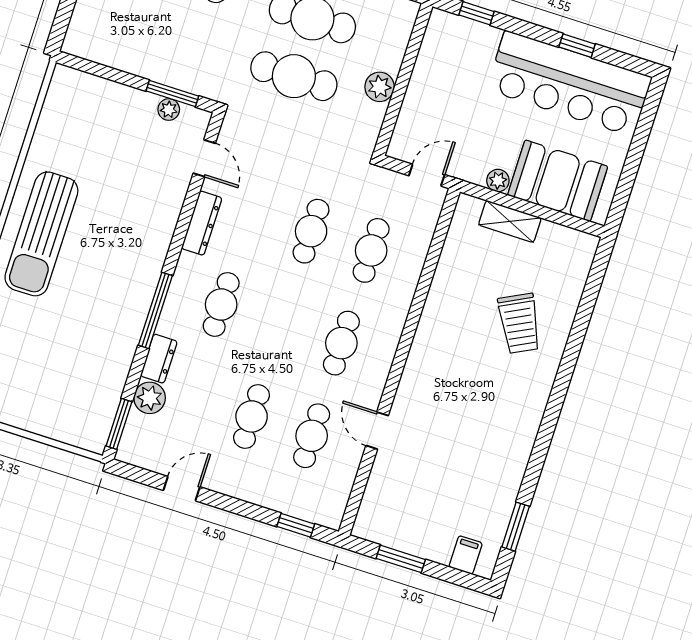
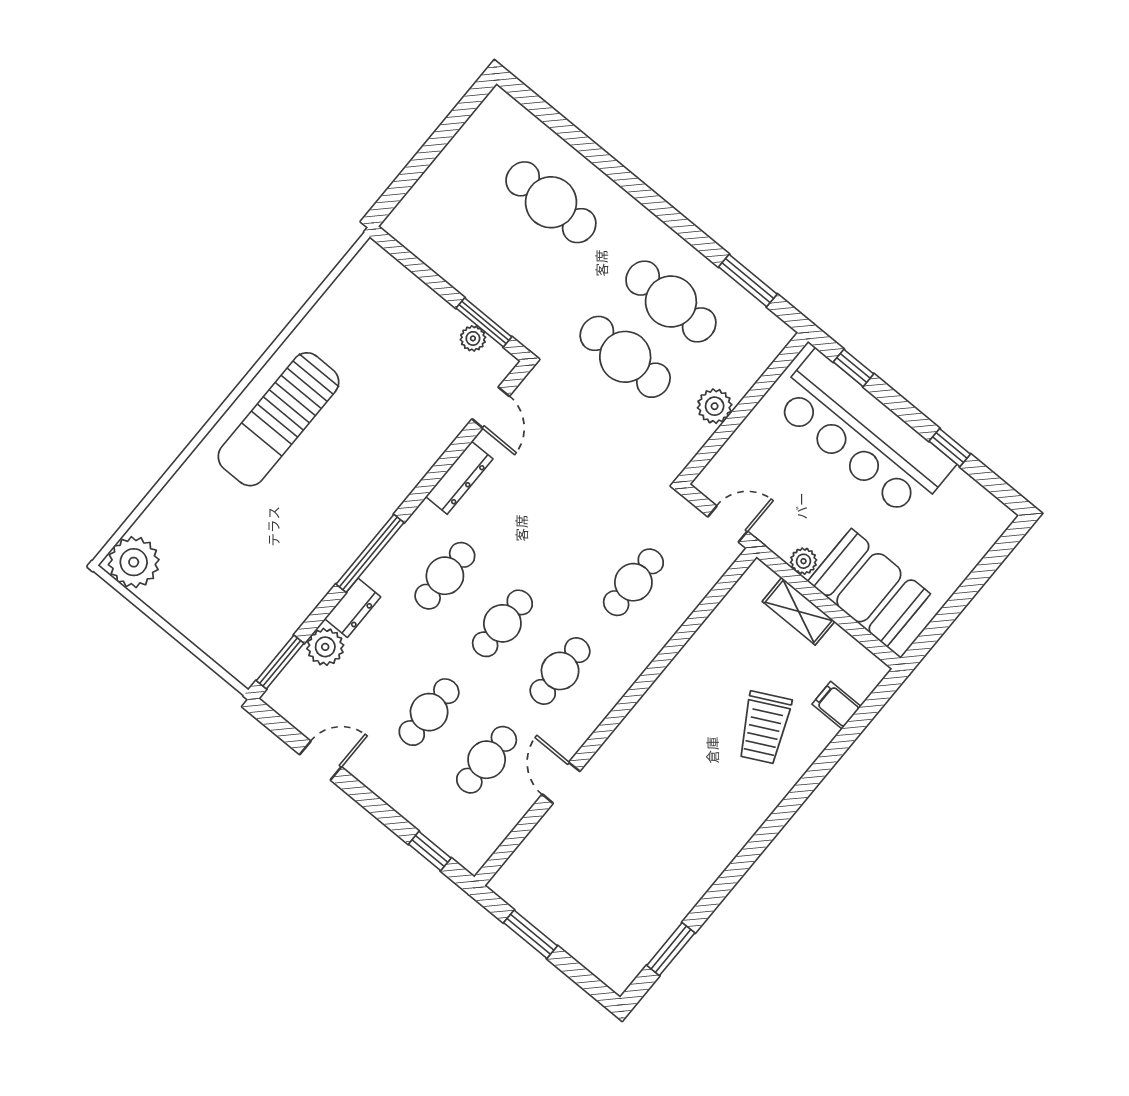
bar counter: (569, 83) -> (862, 435), moved
cafe table: (311, 231) -> (502, 623), moved
filing cabinet: (466, 555) -> (836, 705), moved, turned -90

